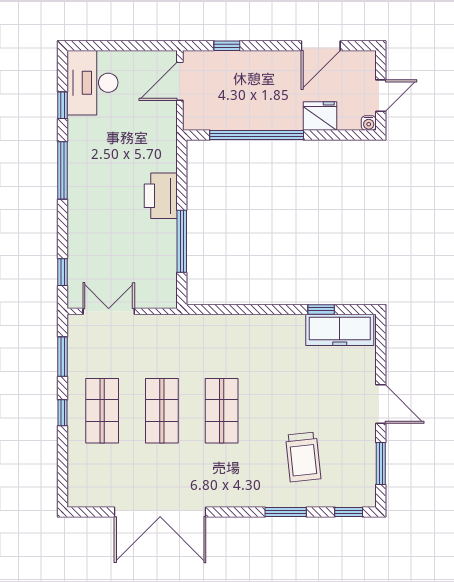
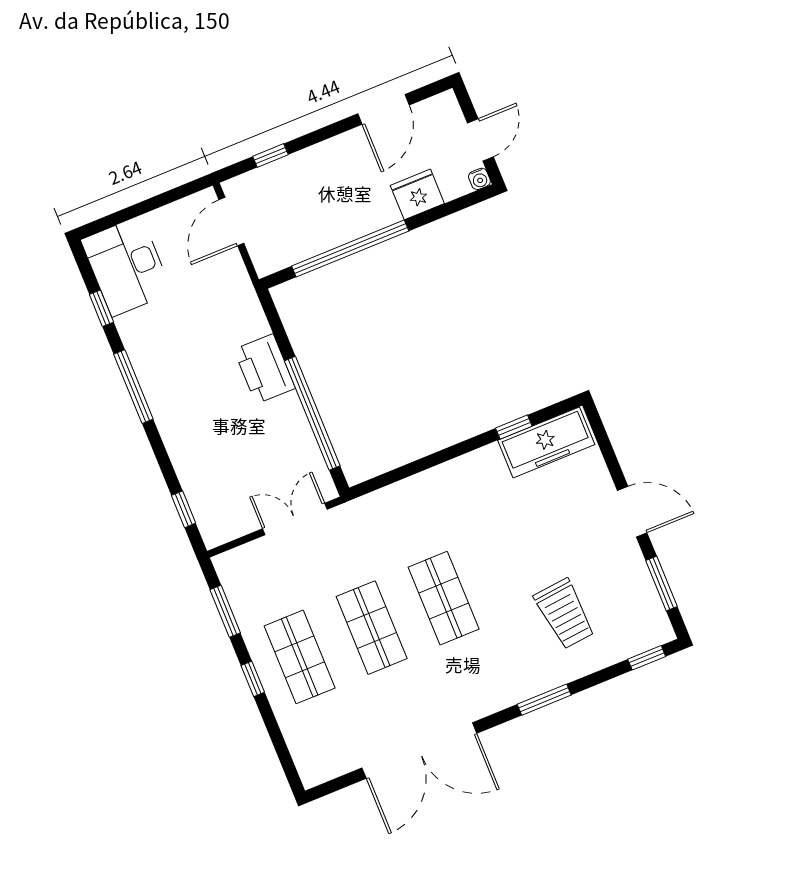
window: (182, 241) -> (312, 413), width x1.46
double door: (109, 311) -> (295, 519), moved
window: (286, 512) -> (544, 700), moved

